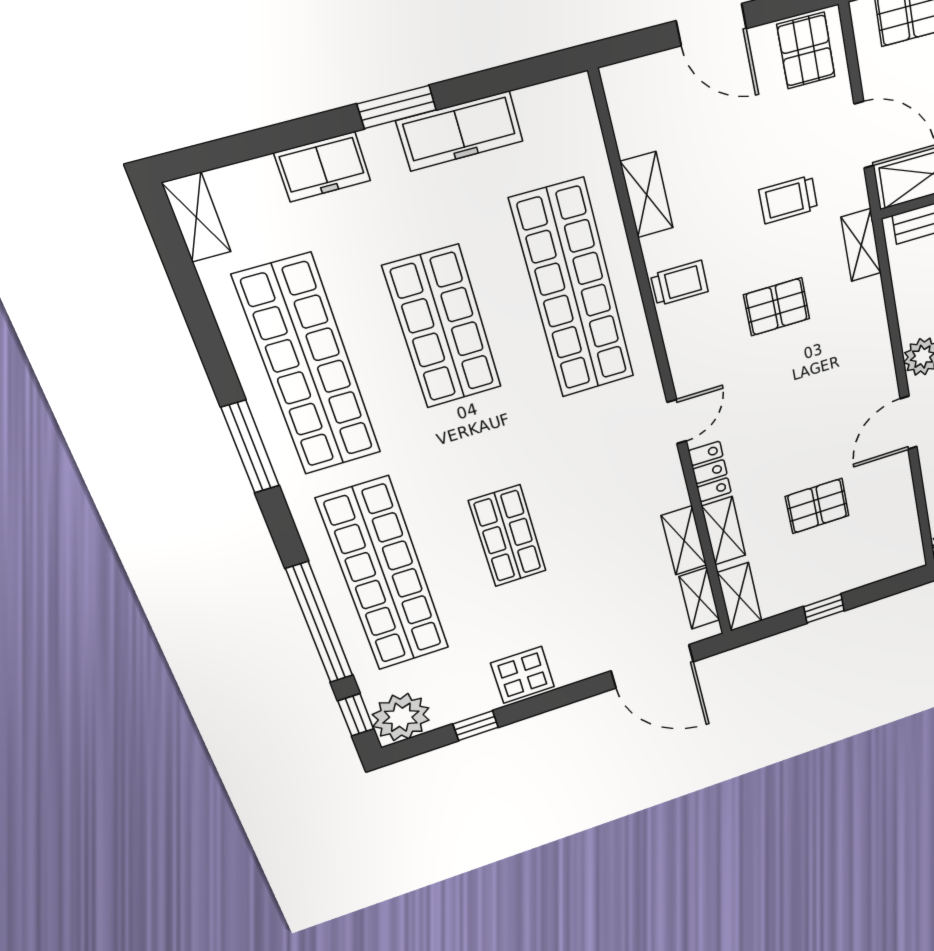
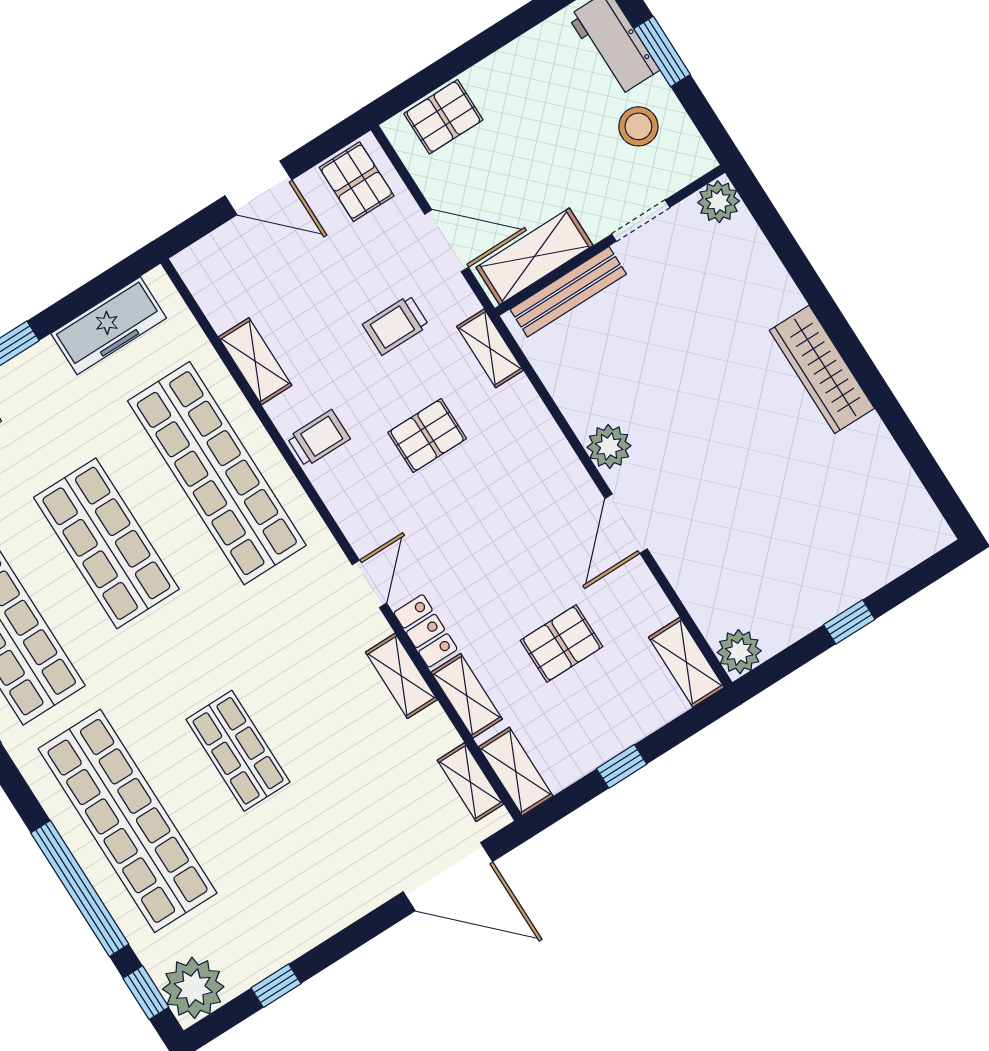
freezer: (460, 131) -> (109, 326), moved
shelving: (684, 540) -> (401, 676), moved
shelving: (907, 541) -> (686, 662), added
display table: (523, 675) -> (307, 913), removed

